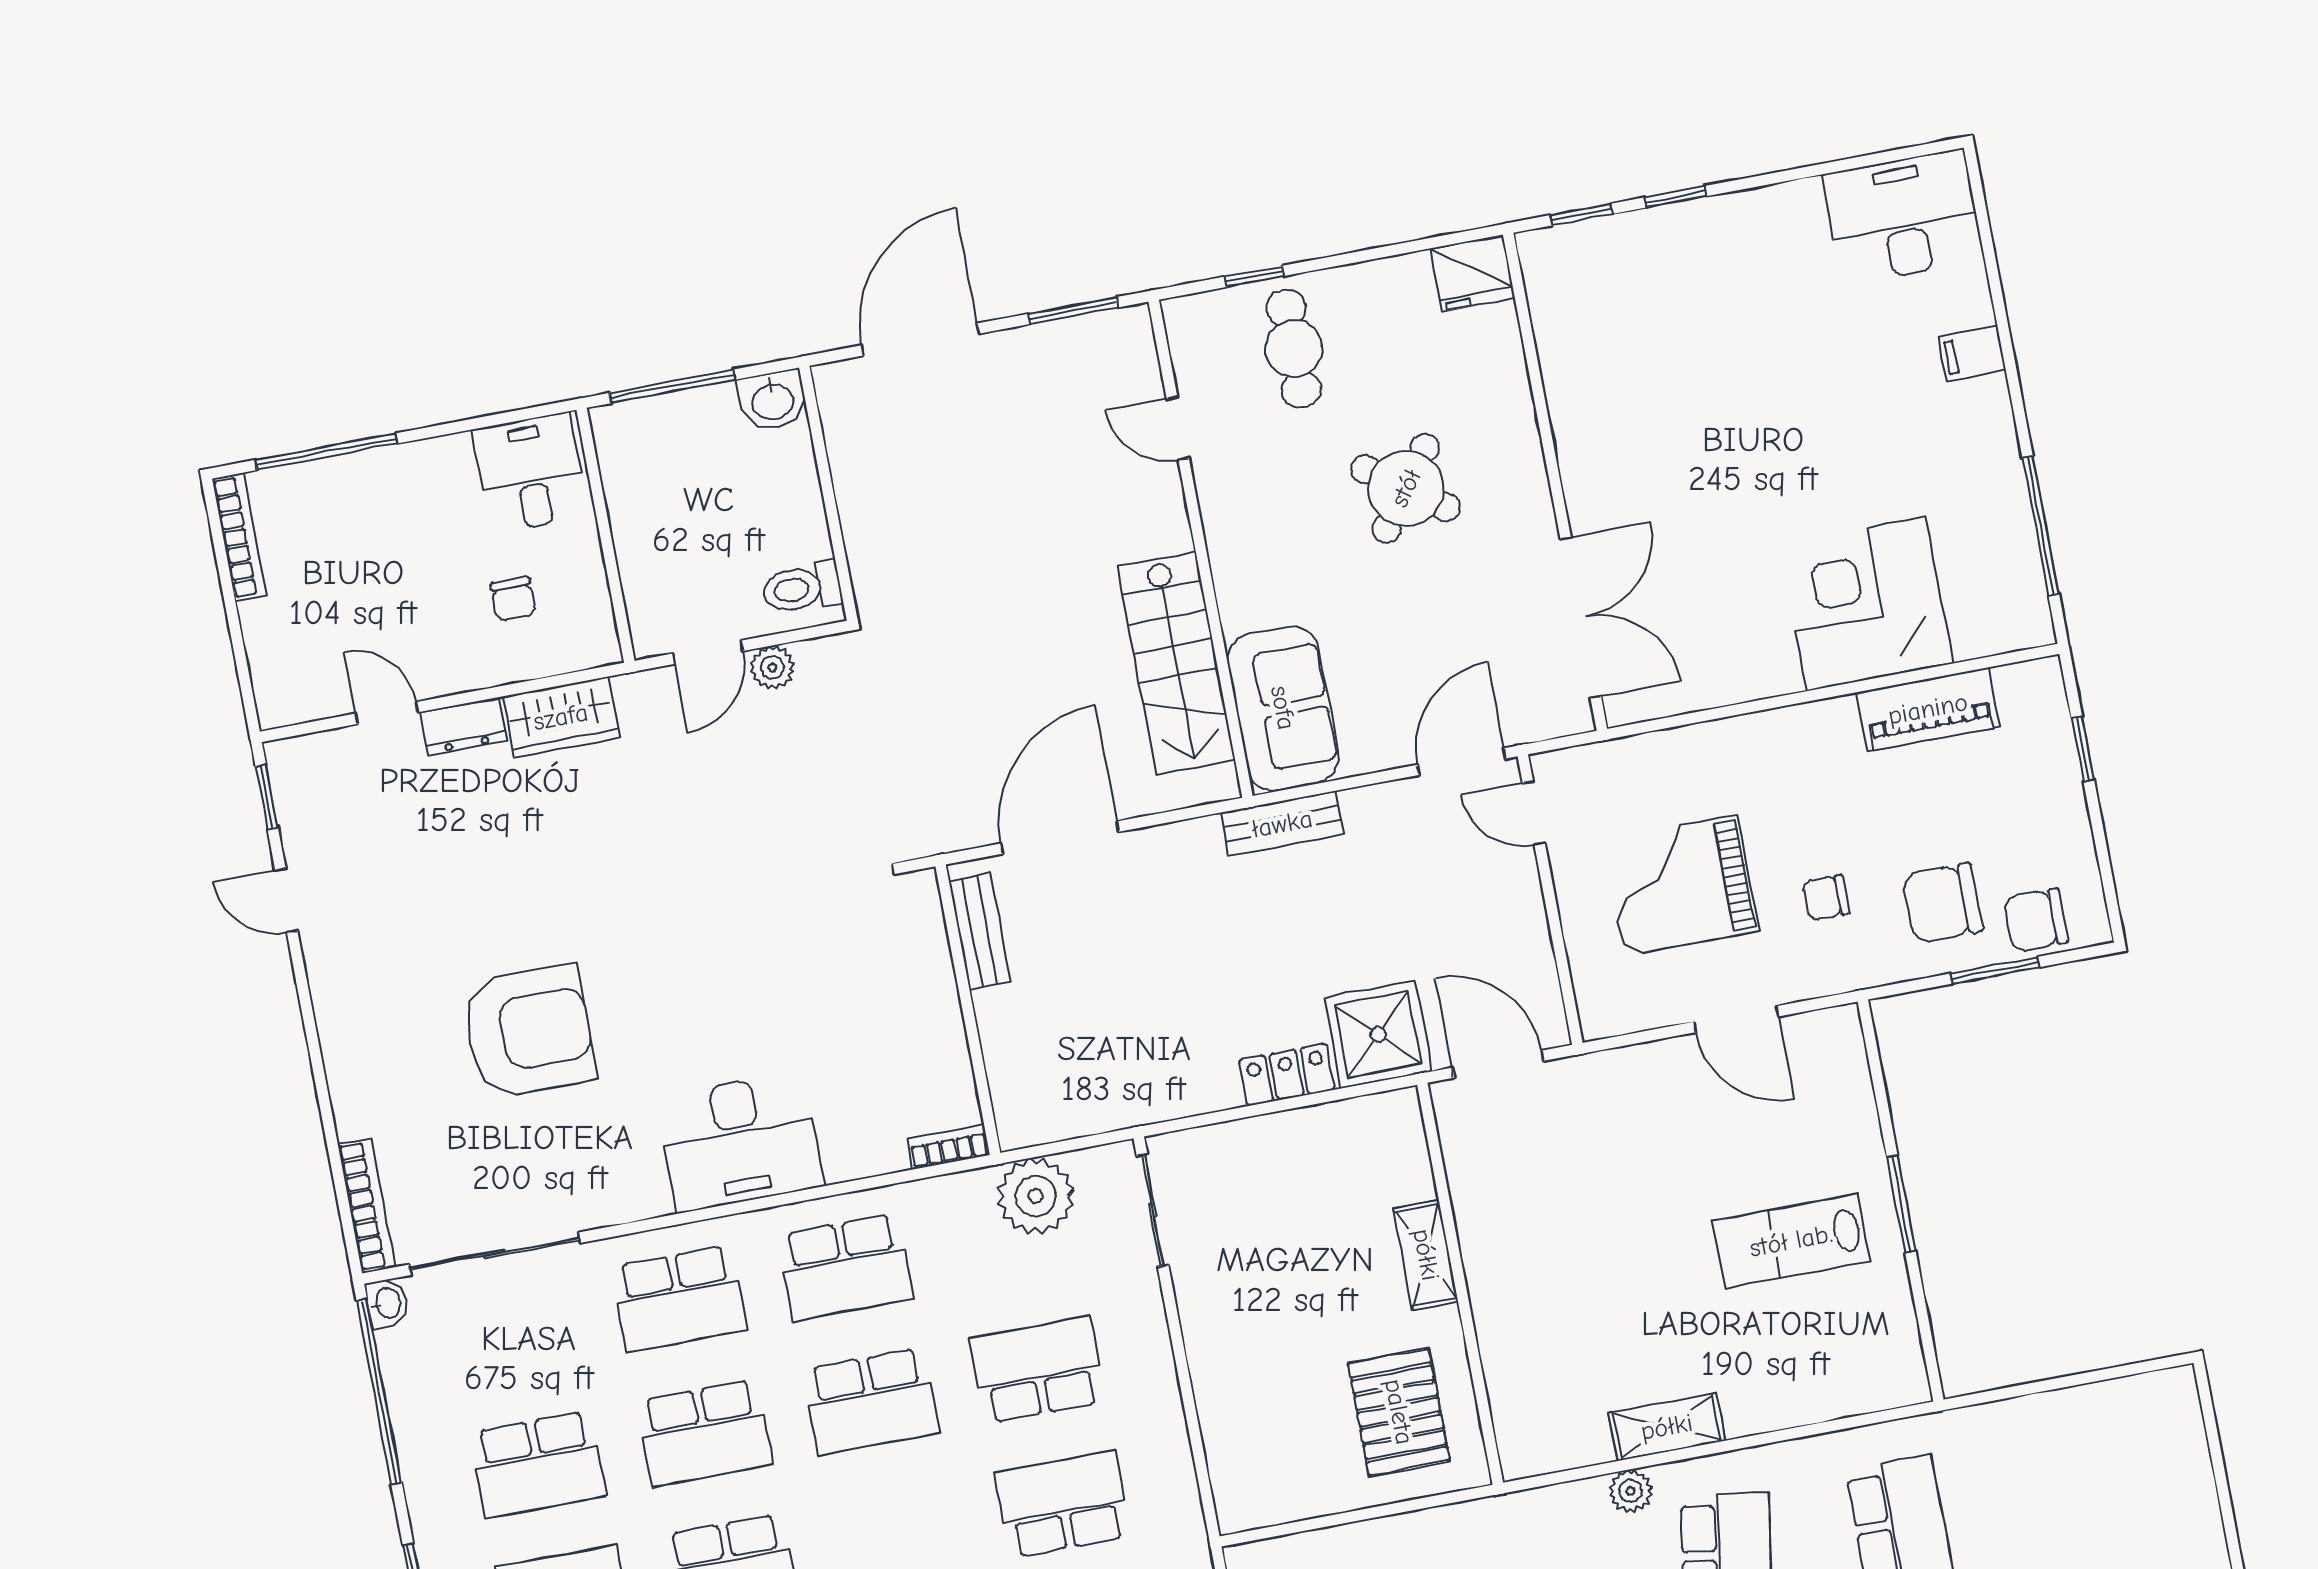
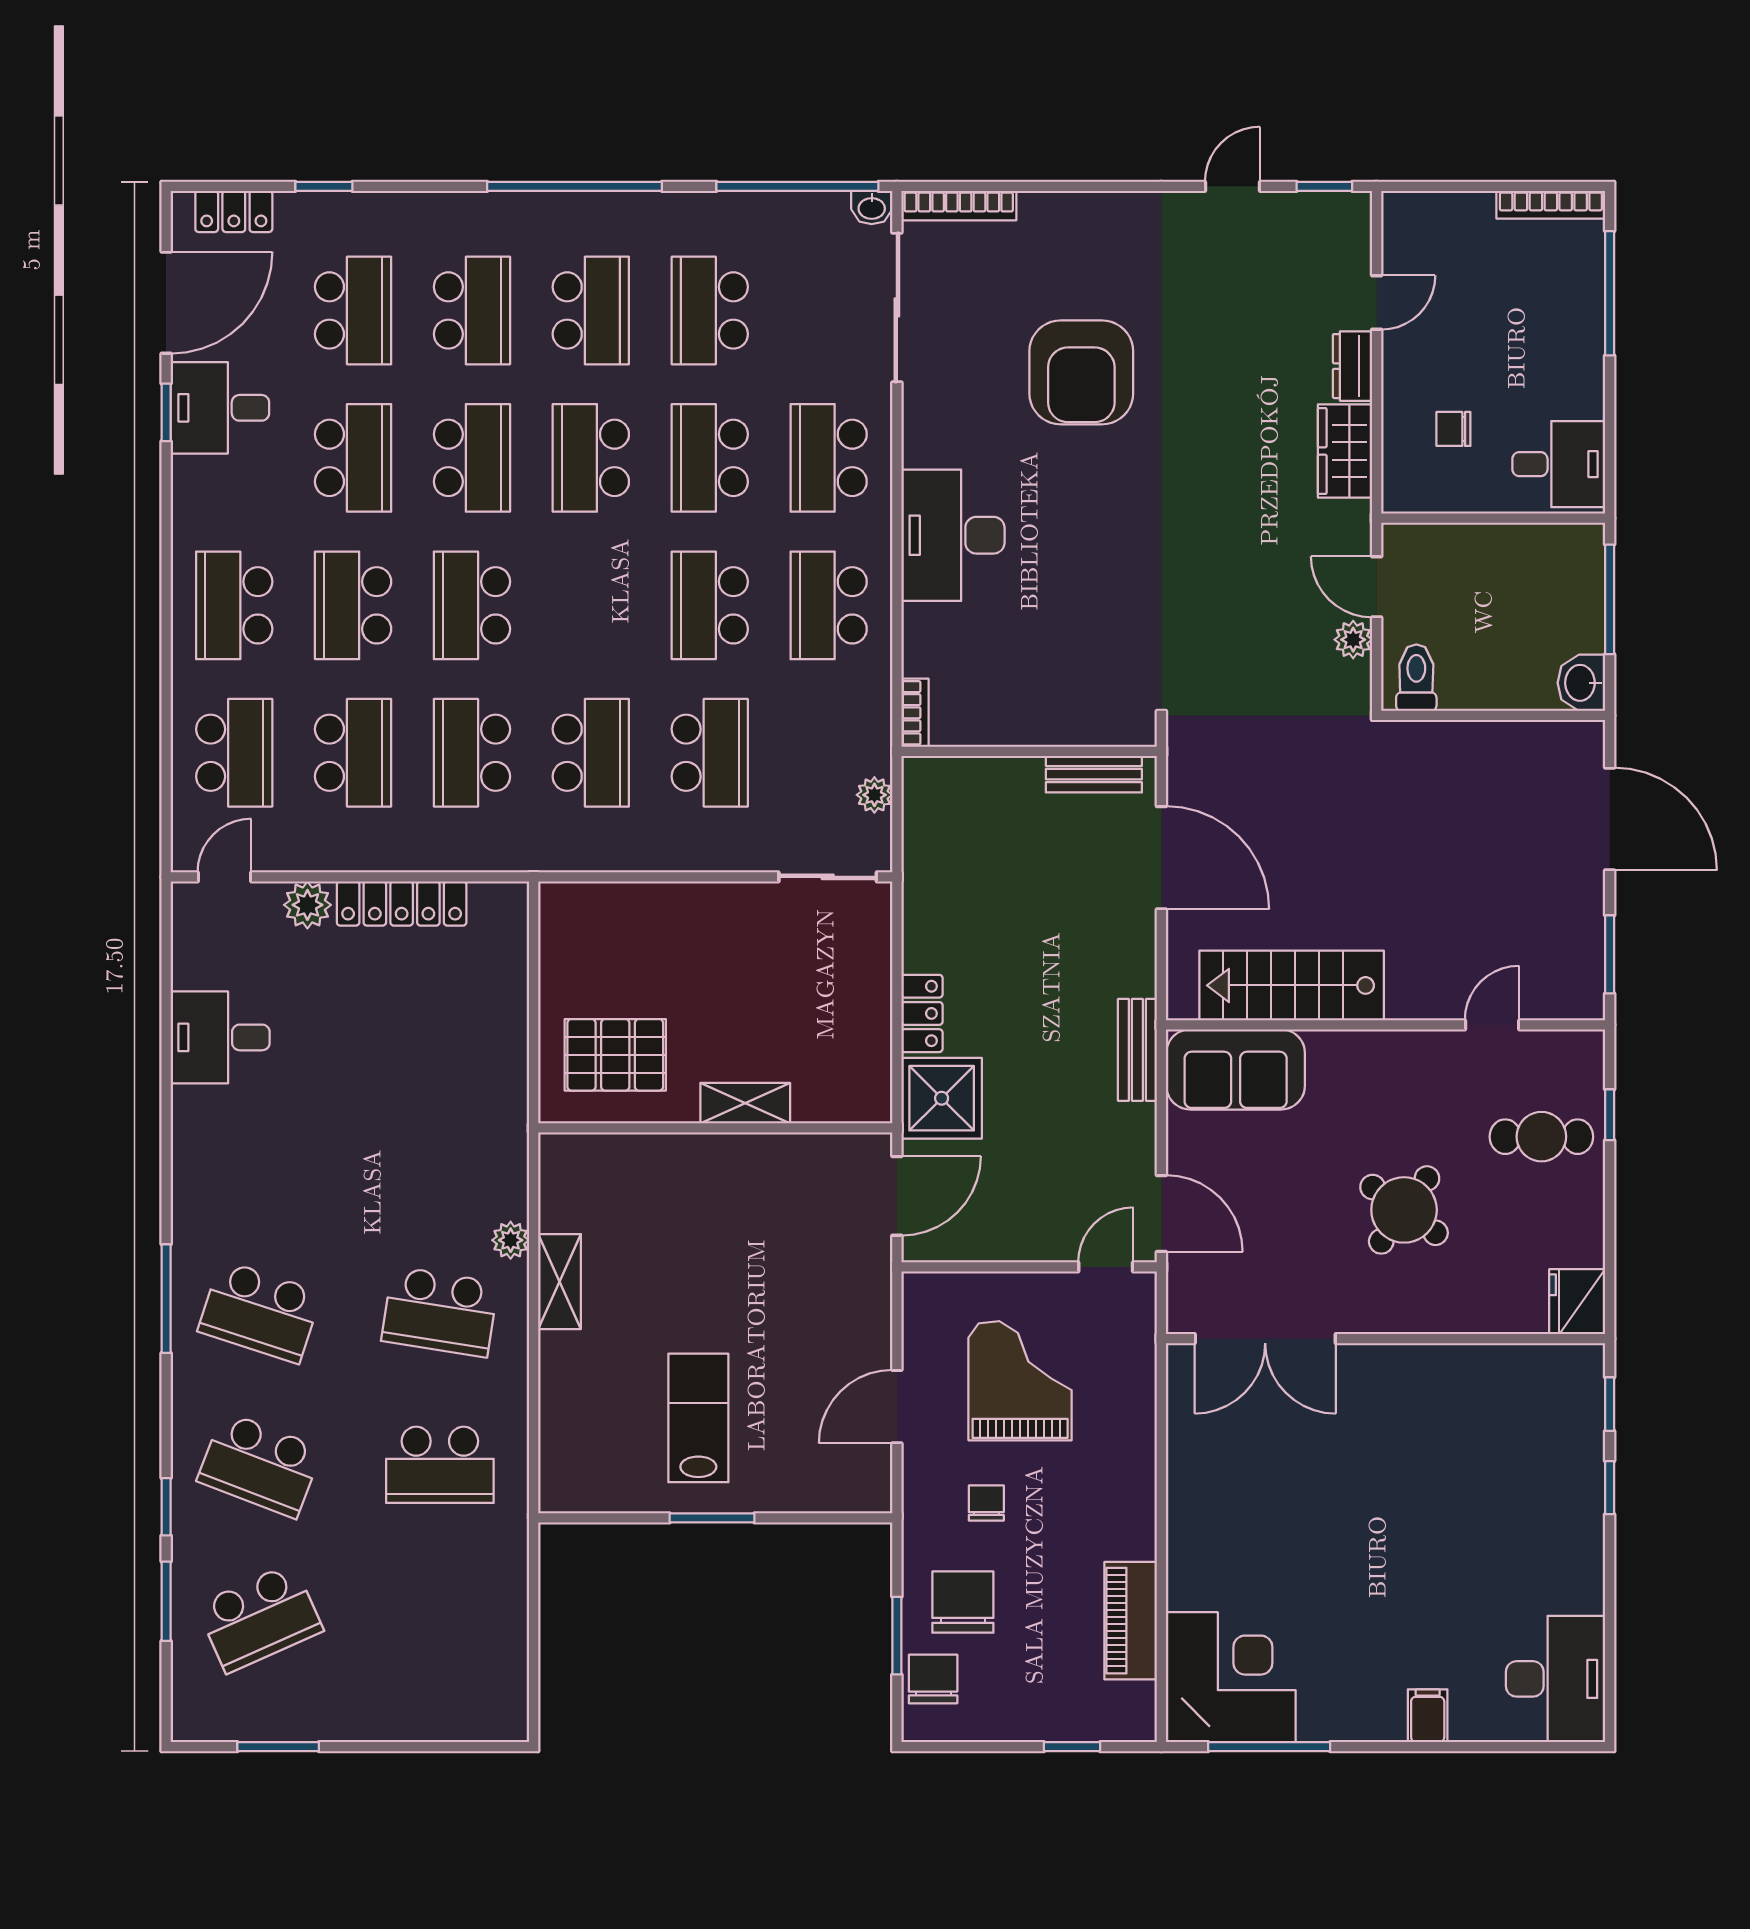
corner desk: (1866, 604) -> (1231, 1677), moved
plant: (1036, 1196) -> (874, 795), width x0.53, depth x0.53

